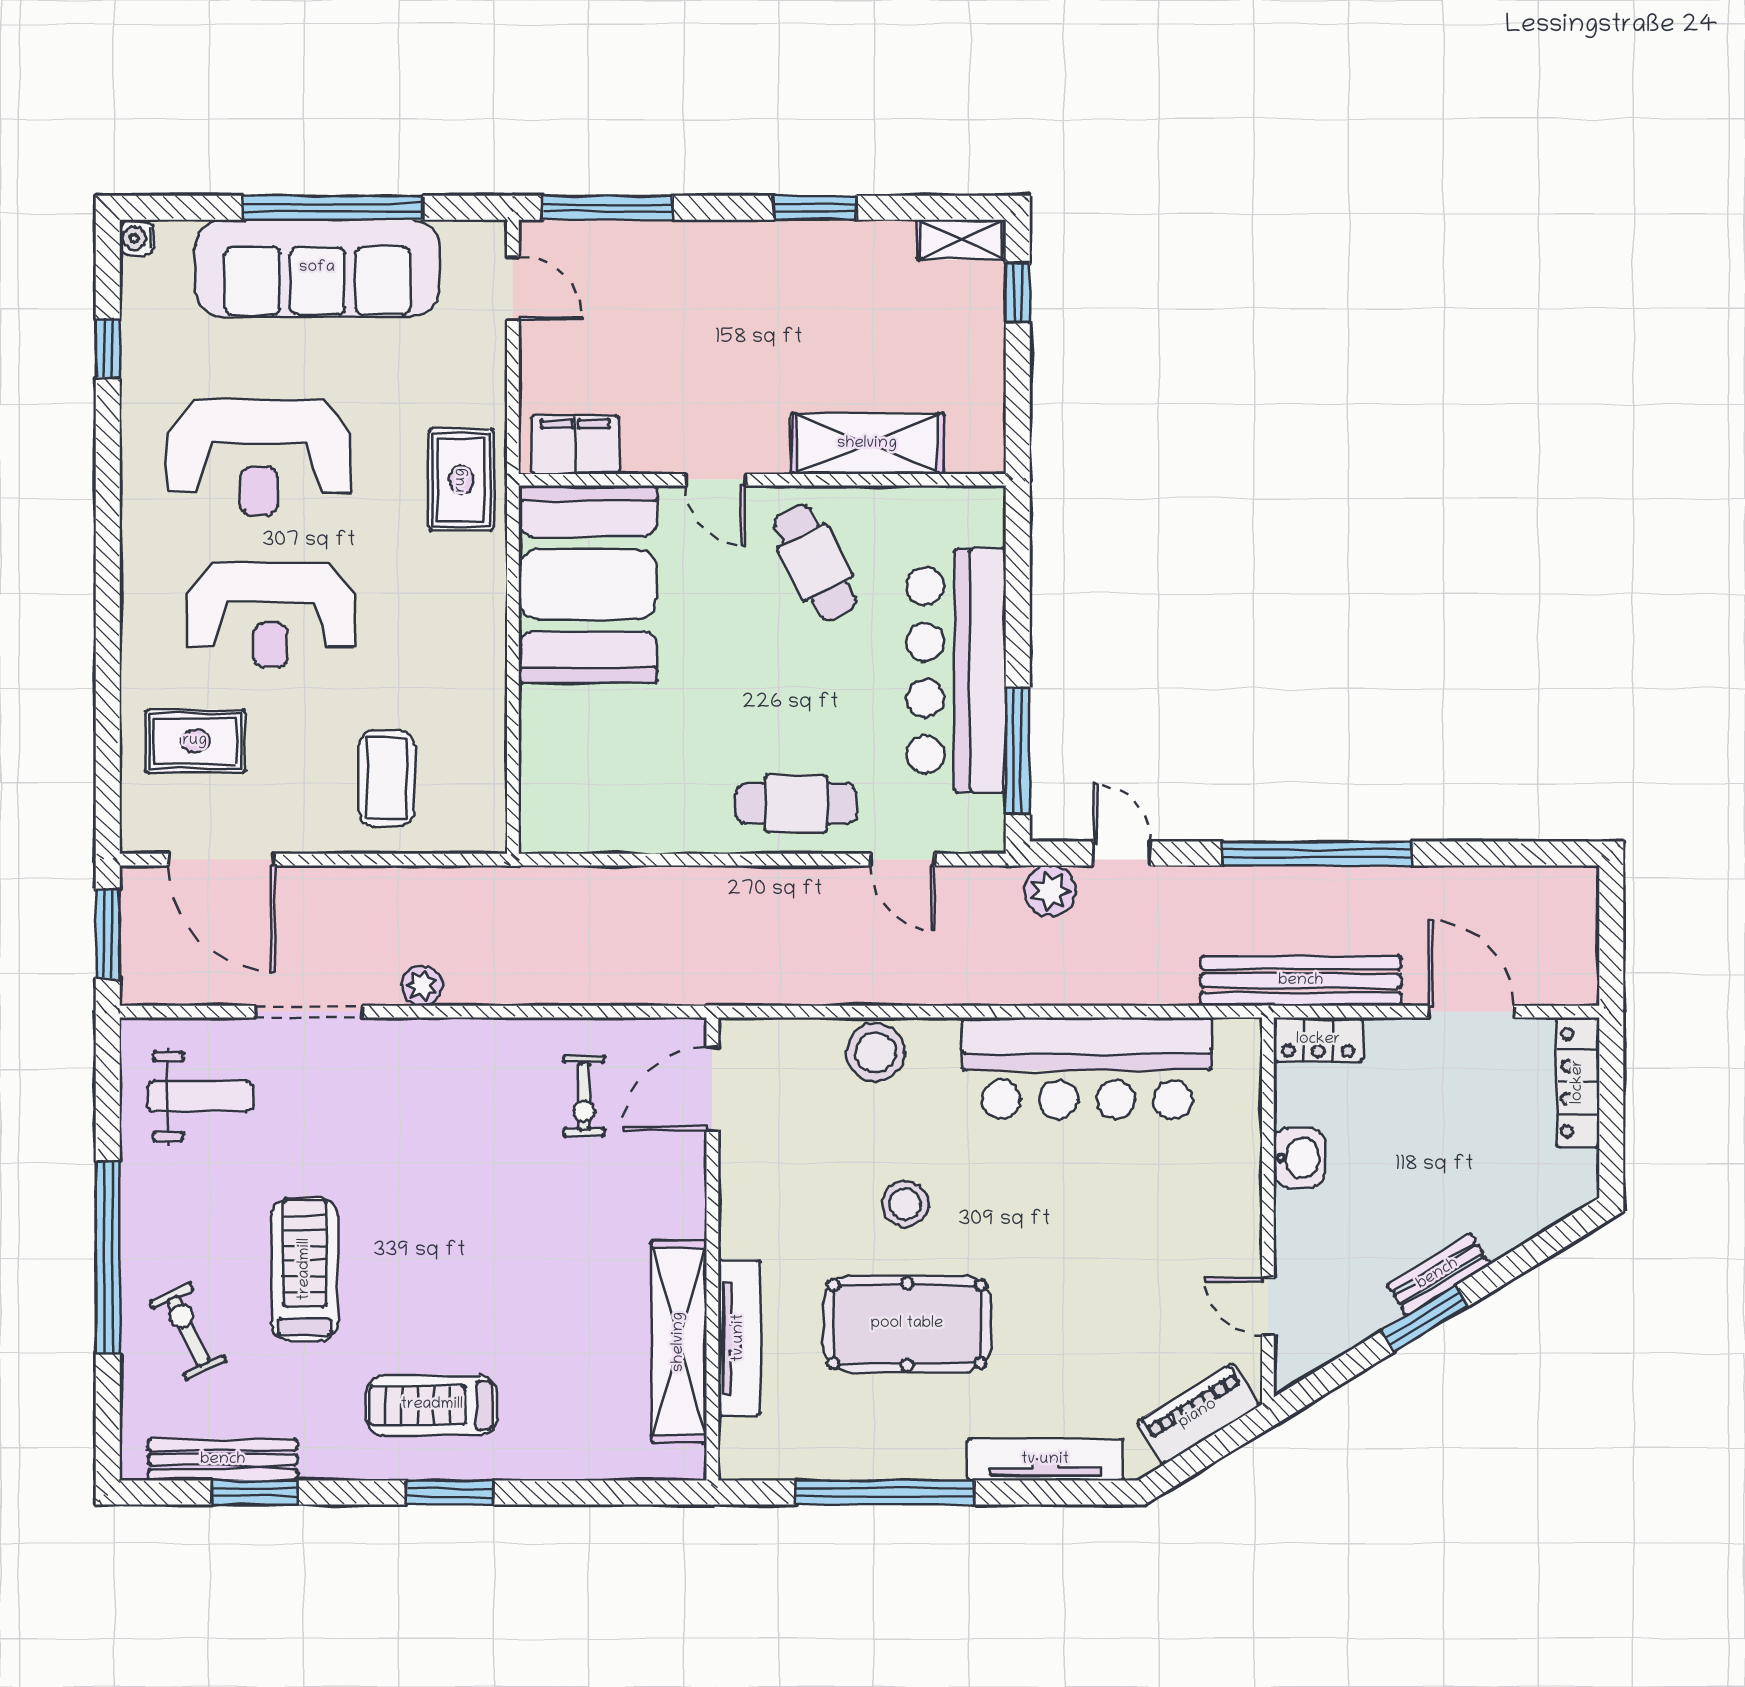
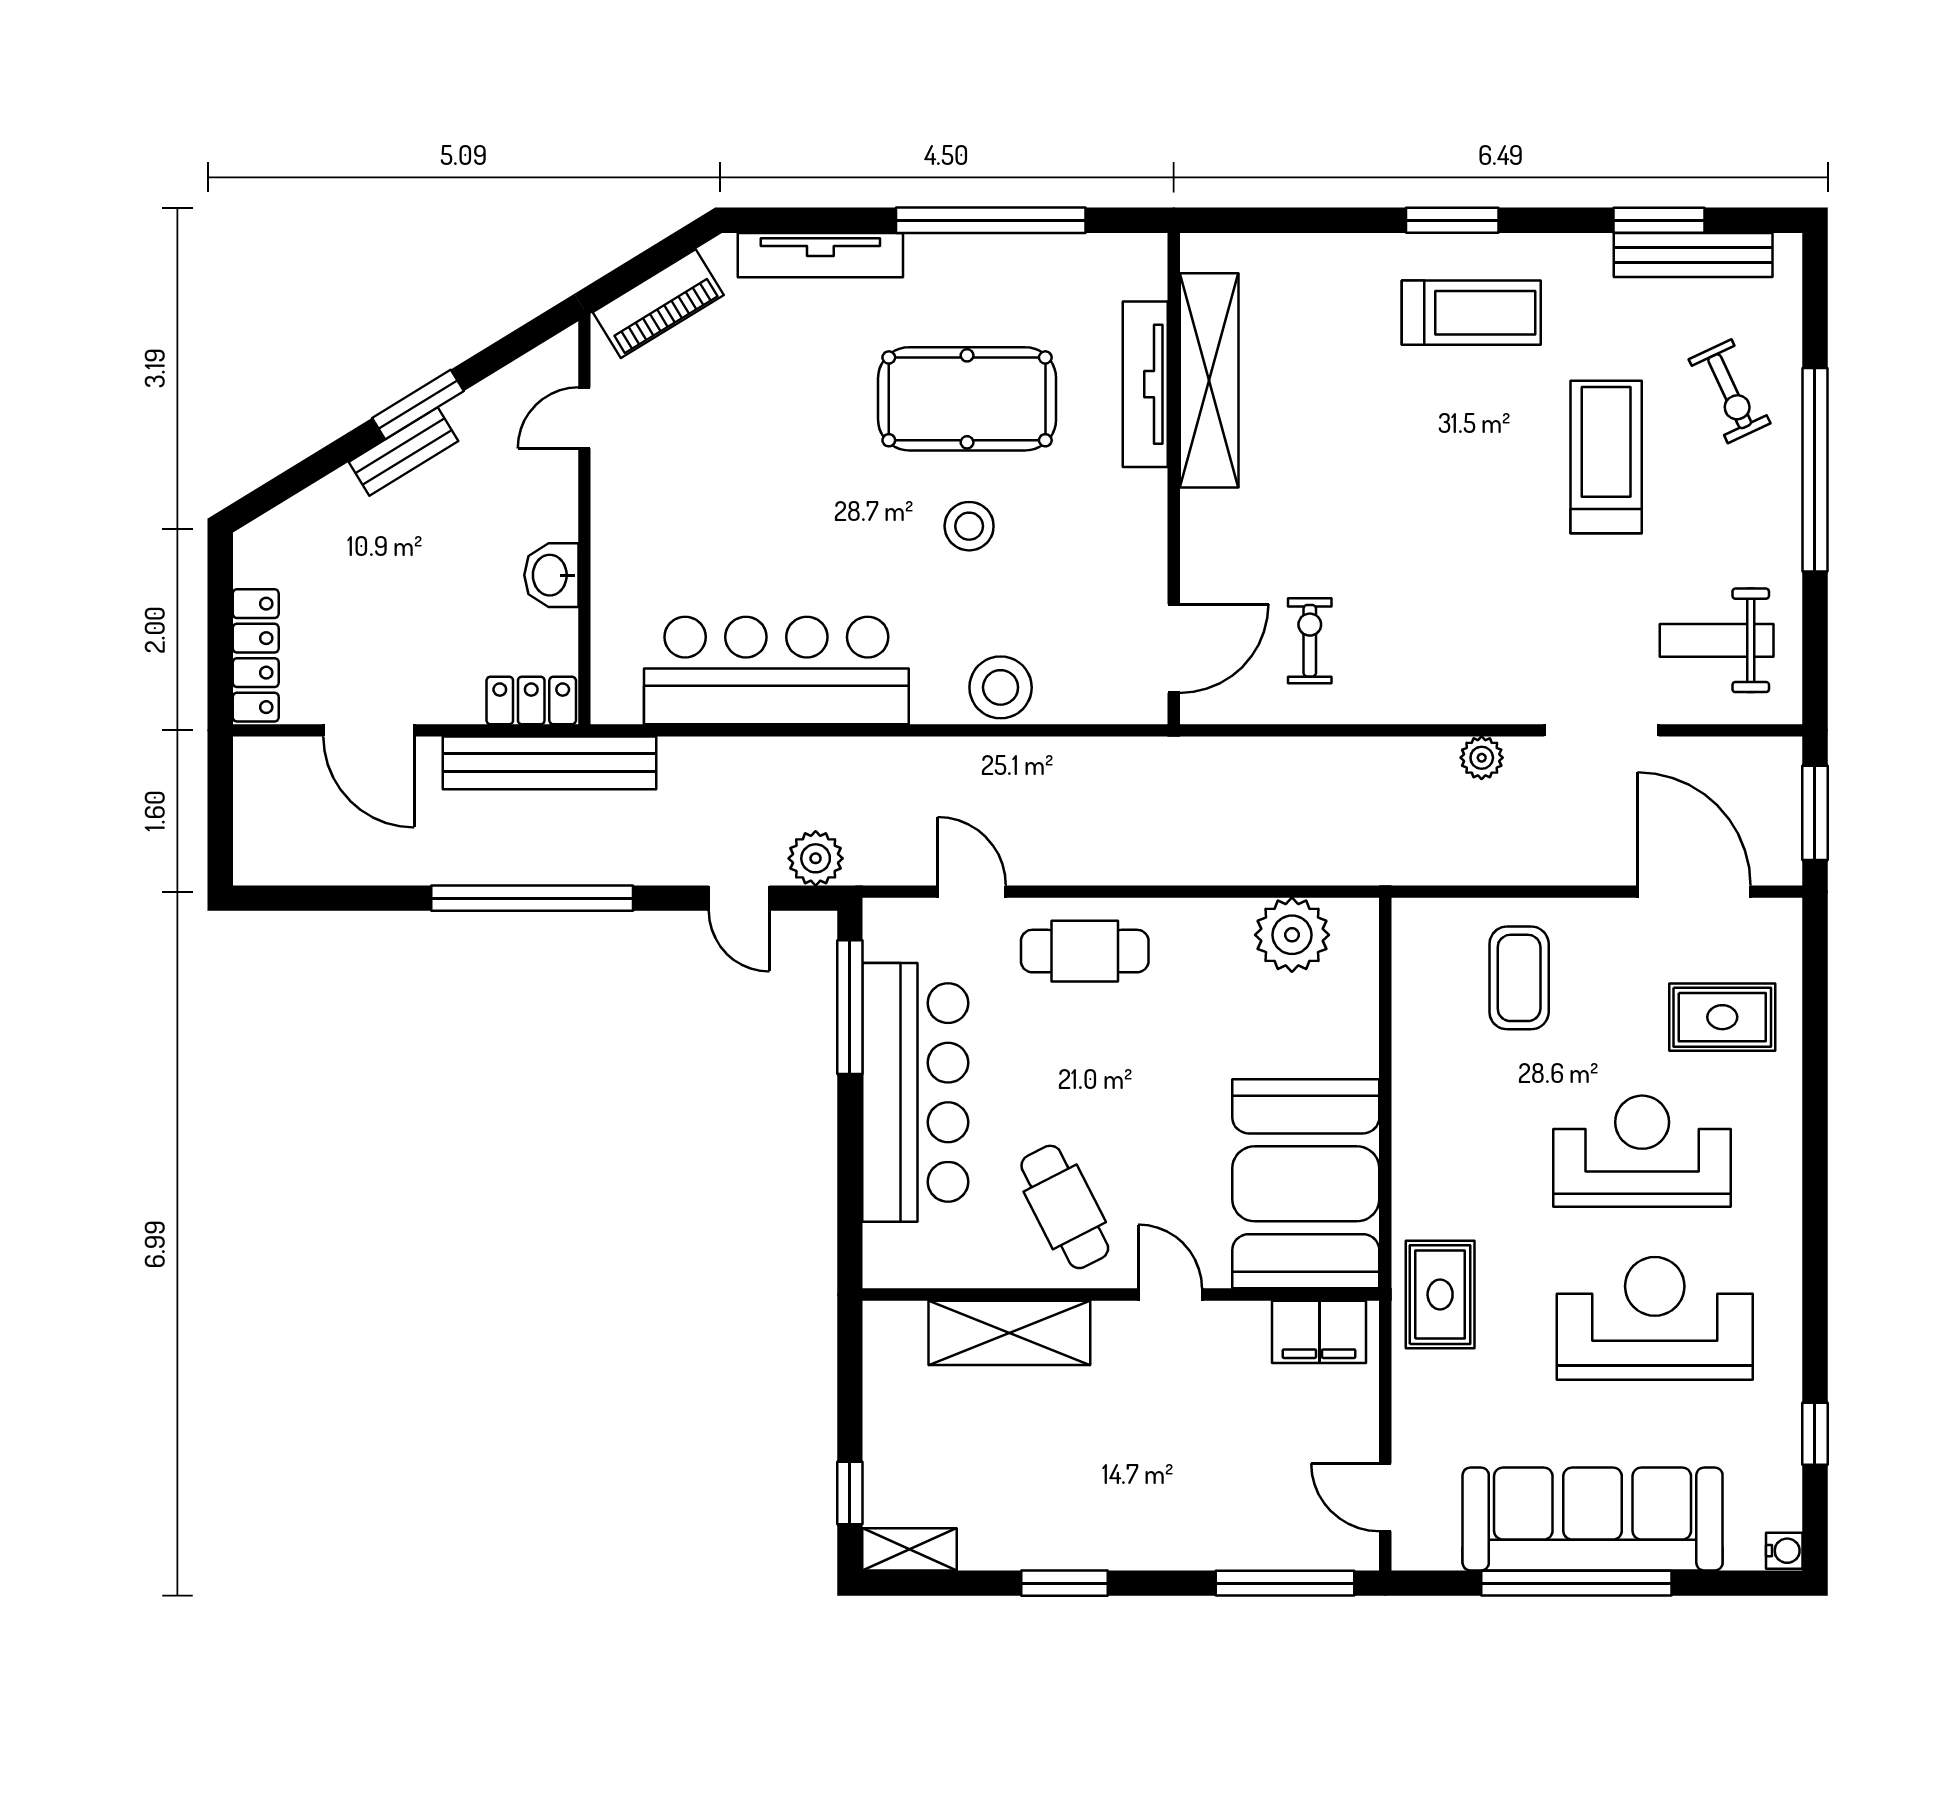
plant: (601, 819) -> (1292, 935), added
treadmill: (305, 1269) -> (1606, 457), turned 180
door: (1268, 1306) -> (584, 418), swing flipped

